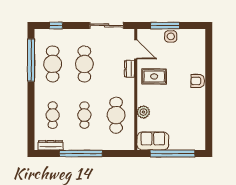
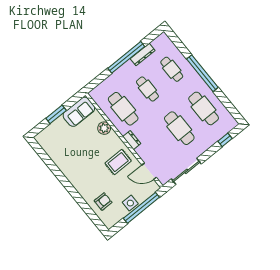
window: (165, 26) -> (141, 208), width x1.46
window: (31, 60) -> (202, 73), moved
dresser: (129, 69) -> (132, 140), moved
armchair: (198, 81) -> (103, 202), moved
dresser: (51, 145) -> (143, 55), moved
window: (173, 154) -> (56, 114), width x0.47

